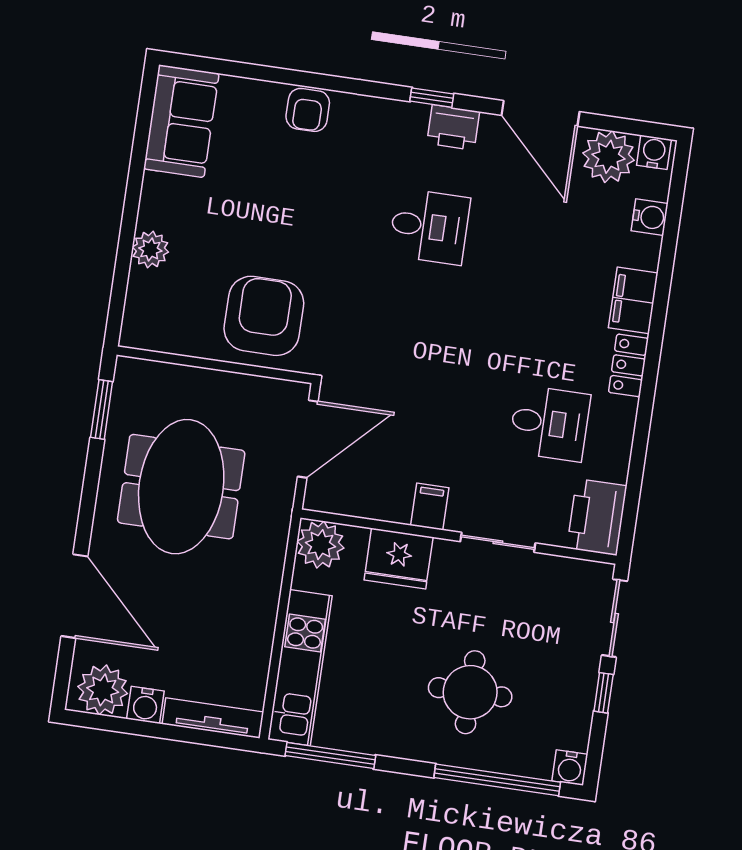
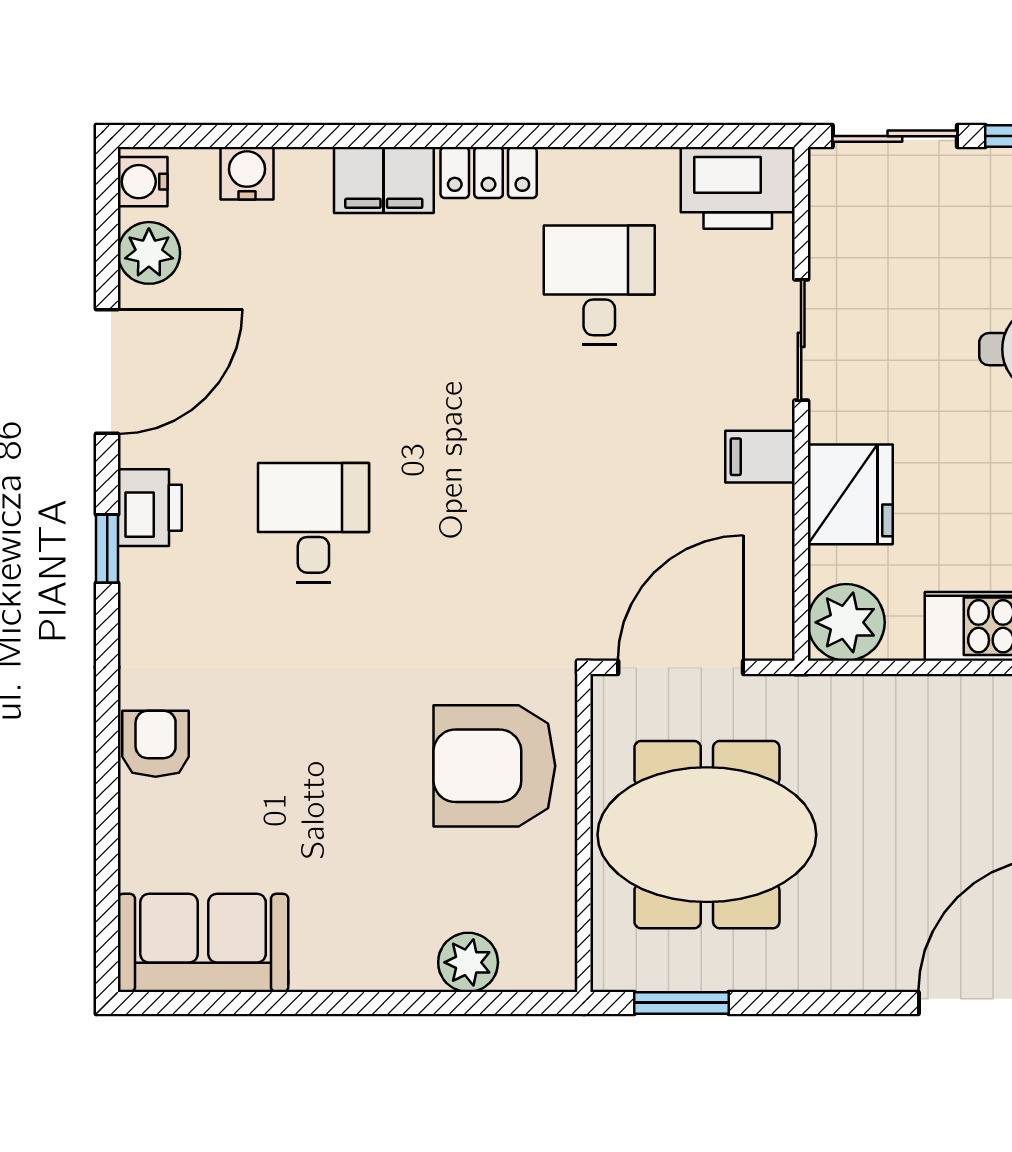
armchair: (308, 110) -> (156, 744), turned -90
plant: (609, 157) -> (149, 253), width x0.73, depth x0.73
plant: (150, 249) -> (468, 962), moved
door: (308, 439) -> (681, 667), hinge flipped
meeting table: (181, 487) -> (707, 835), moved

